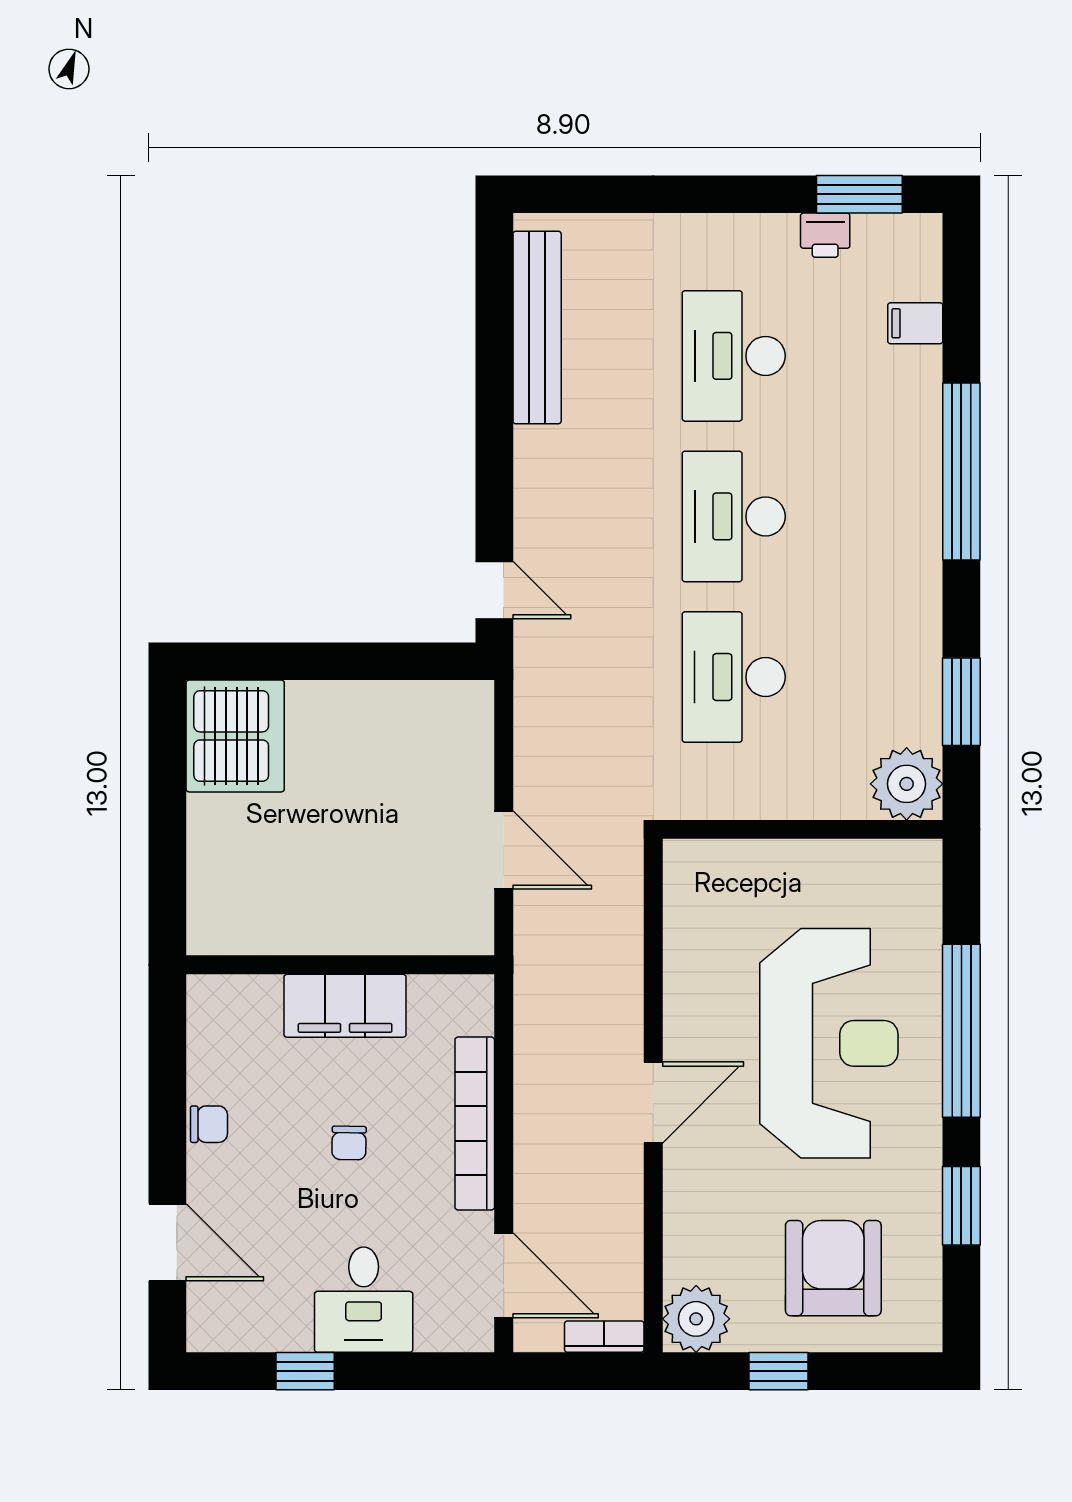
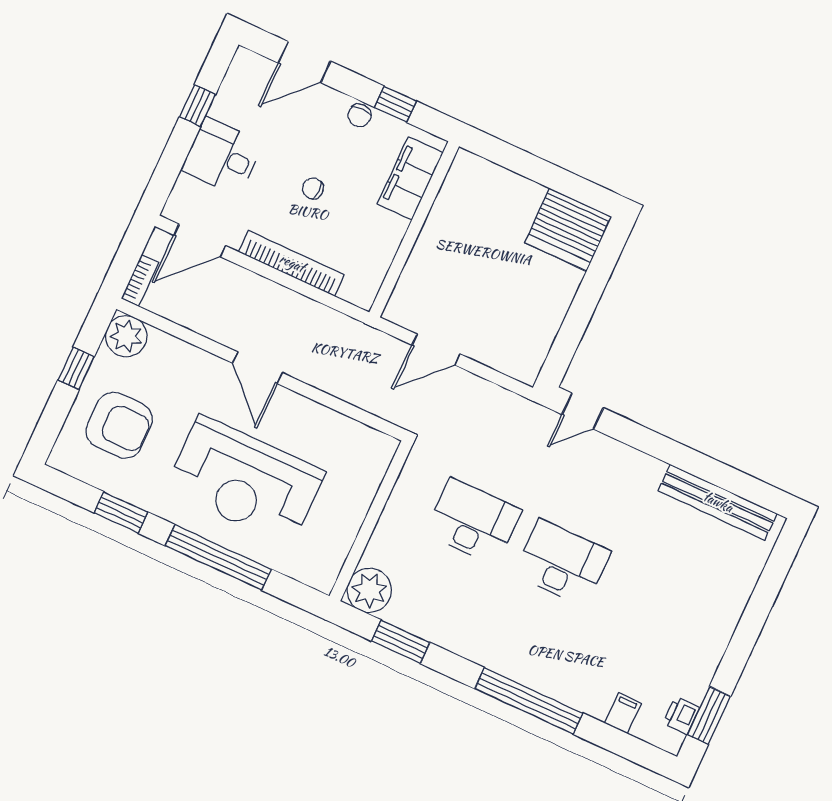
printer: (825, 235) -> (681, 716), moved
desk: (734, 356) -> (651, 604), removed
filing cabinet: (345, 1006) -> (410, 178), moved
window: (167, 1078) -> (395, 104), added

